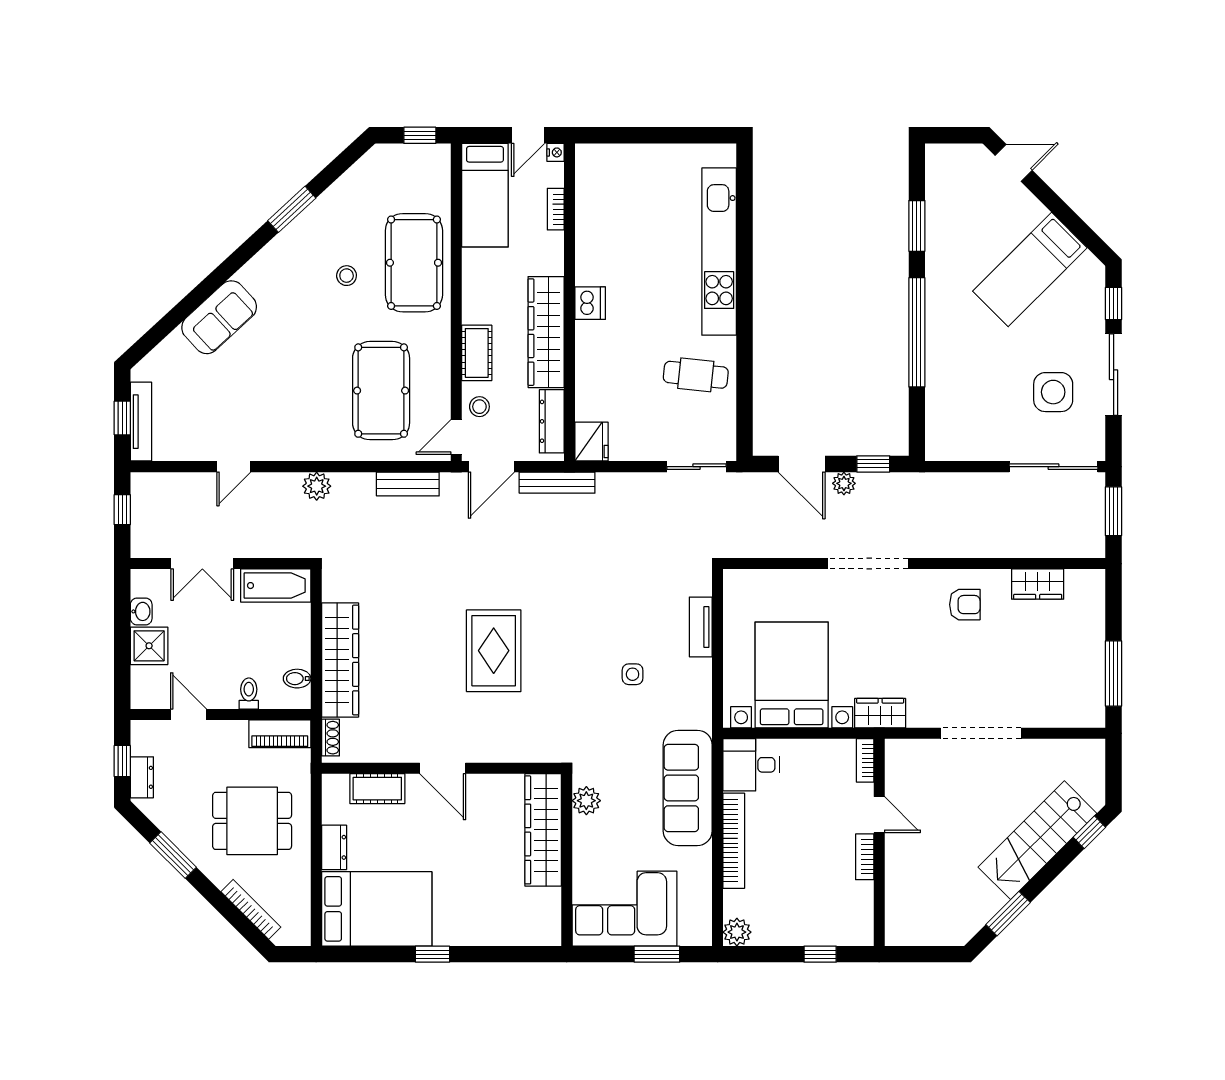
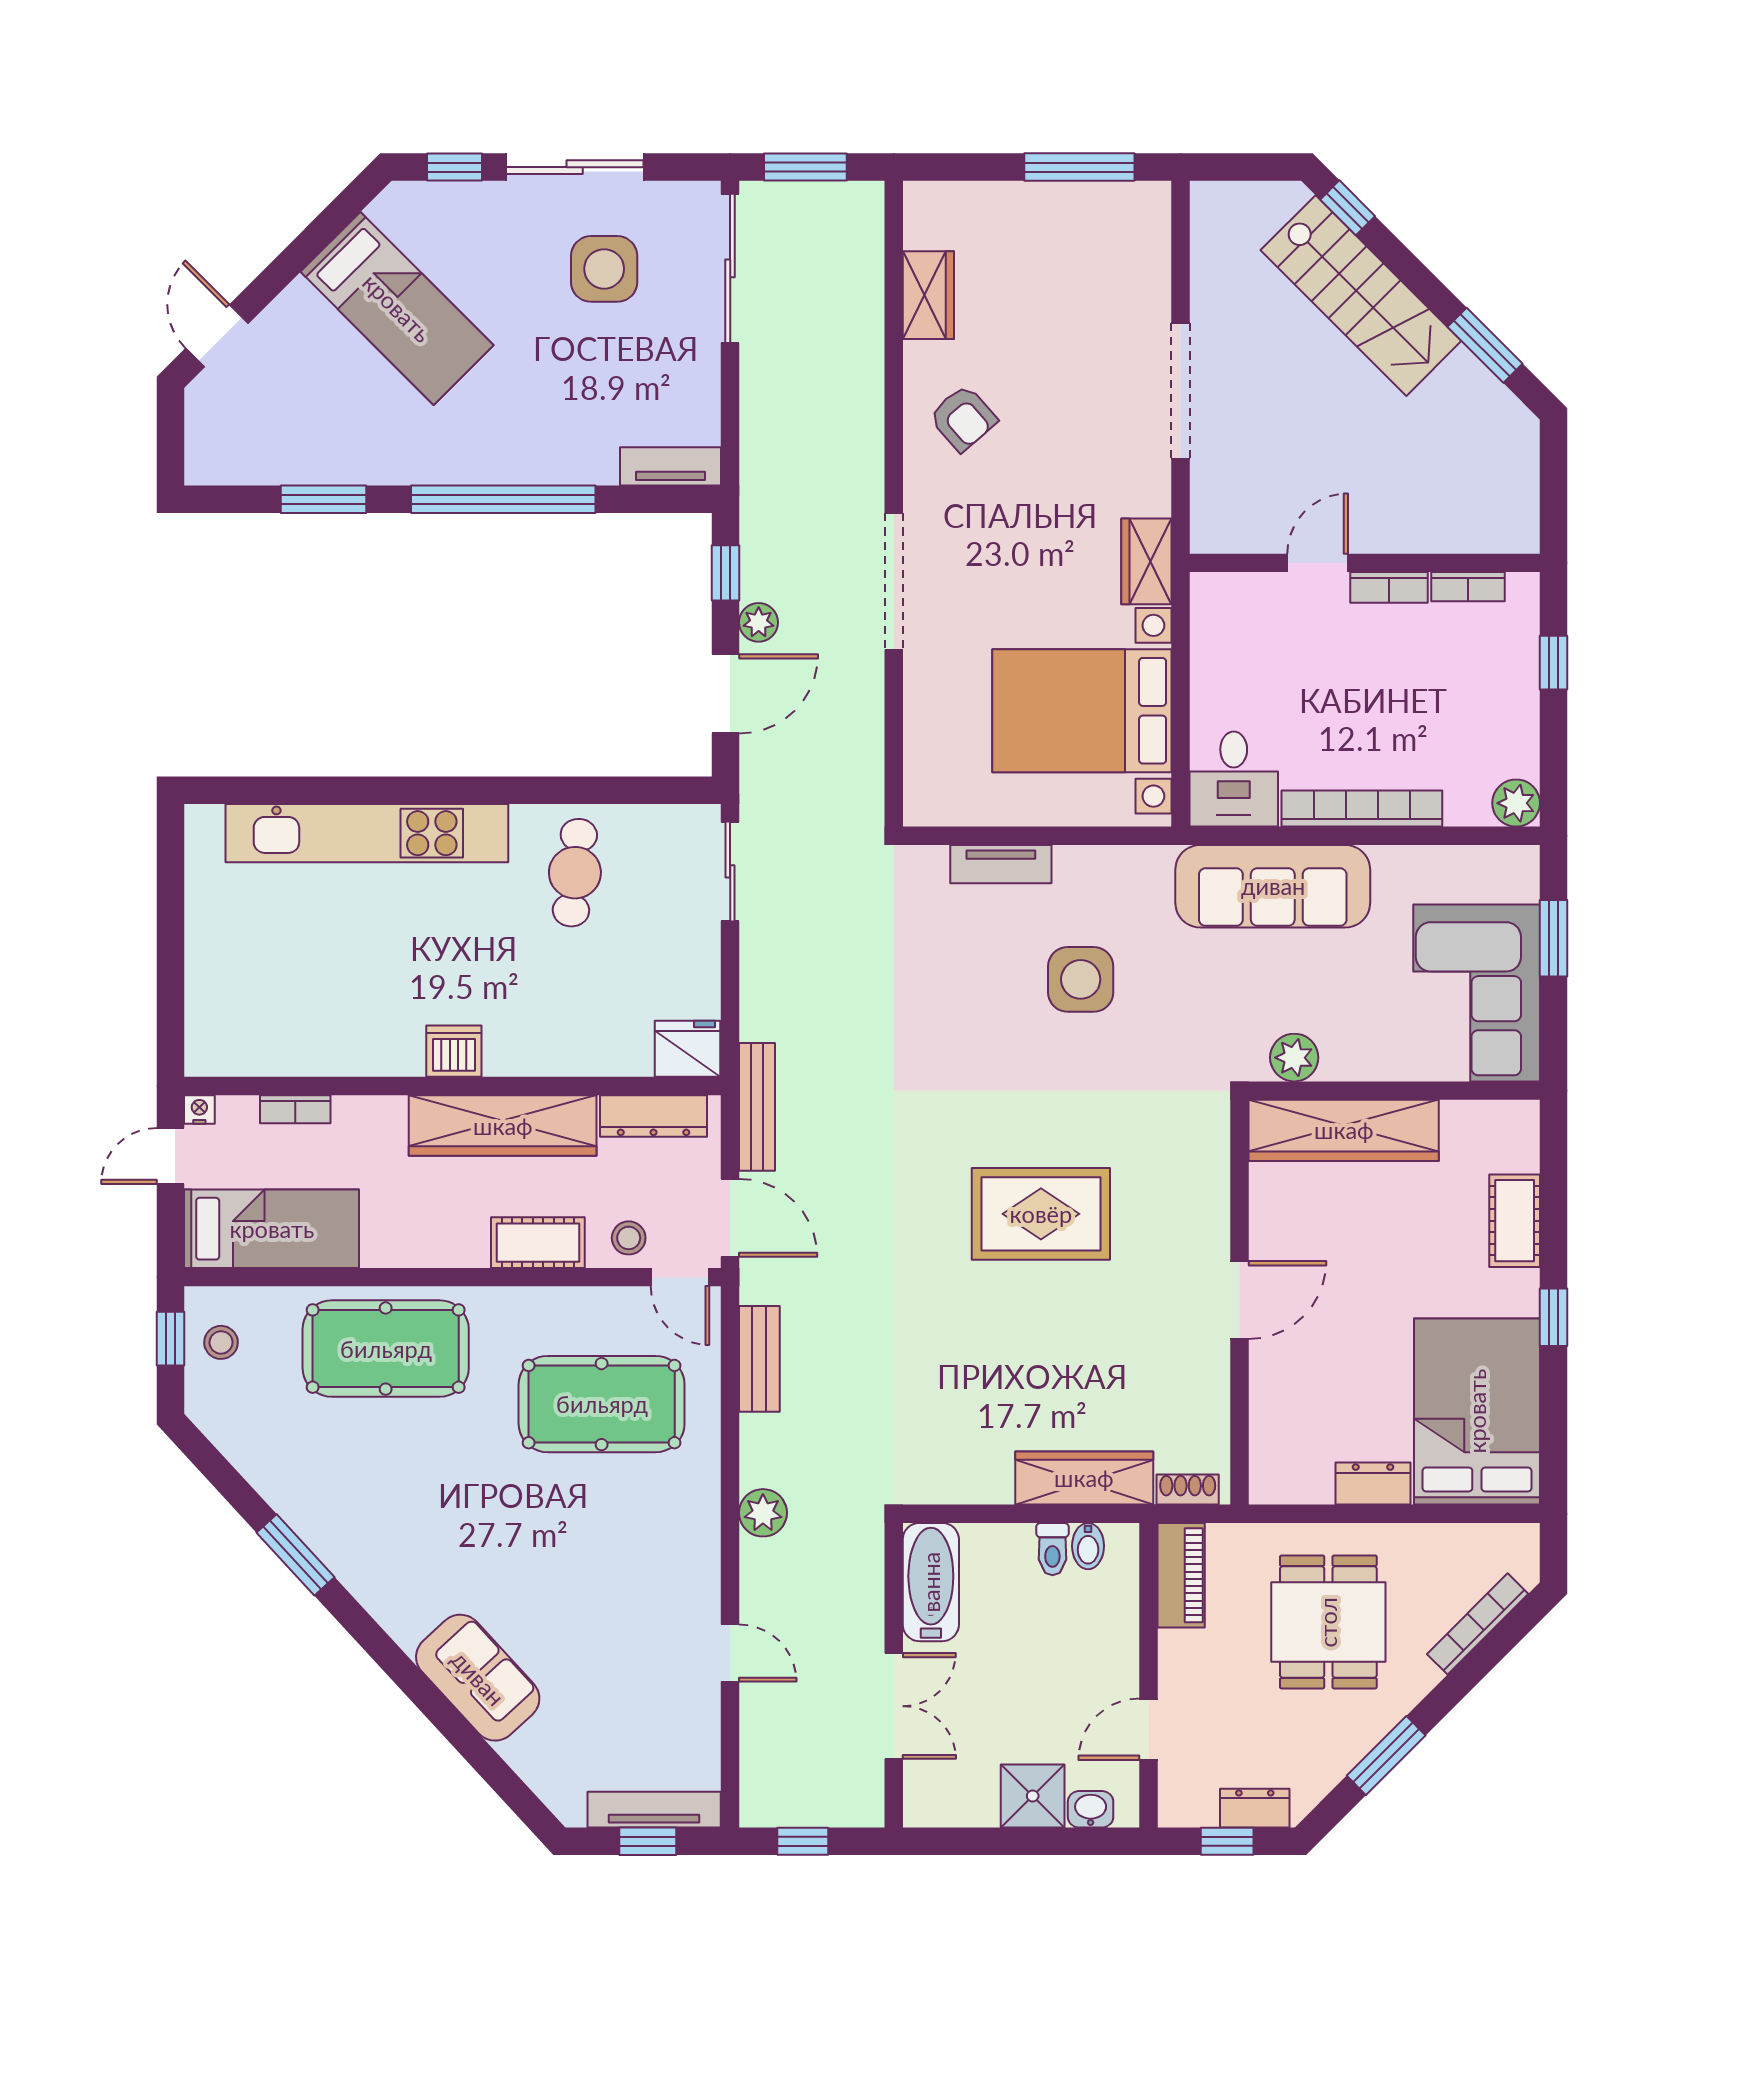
door: (528, 135) -> (170, 1156), swing flipped
stool: (347, 276) -> (221, 1342), moved
tv unit: (936, 431) -> (671, 466), added
armchair: (965, 605) -> (963, 418), turned 139
washbasin: (141, 611) -> (1091, 1809), moved
wardrobe: (340, 660) -> (1084, 1478), width x0.71, depth x0.85
side table: (633, 674) -> (1081, 979), width x1.87, depth x1.87
toilet: (249, 693) -> (1052, 1549), moved, turned -90
bookcase: (865, 760) -> (1468, 587), moved
cot: (377, 789) -> (1515, 1221), moved

